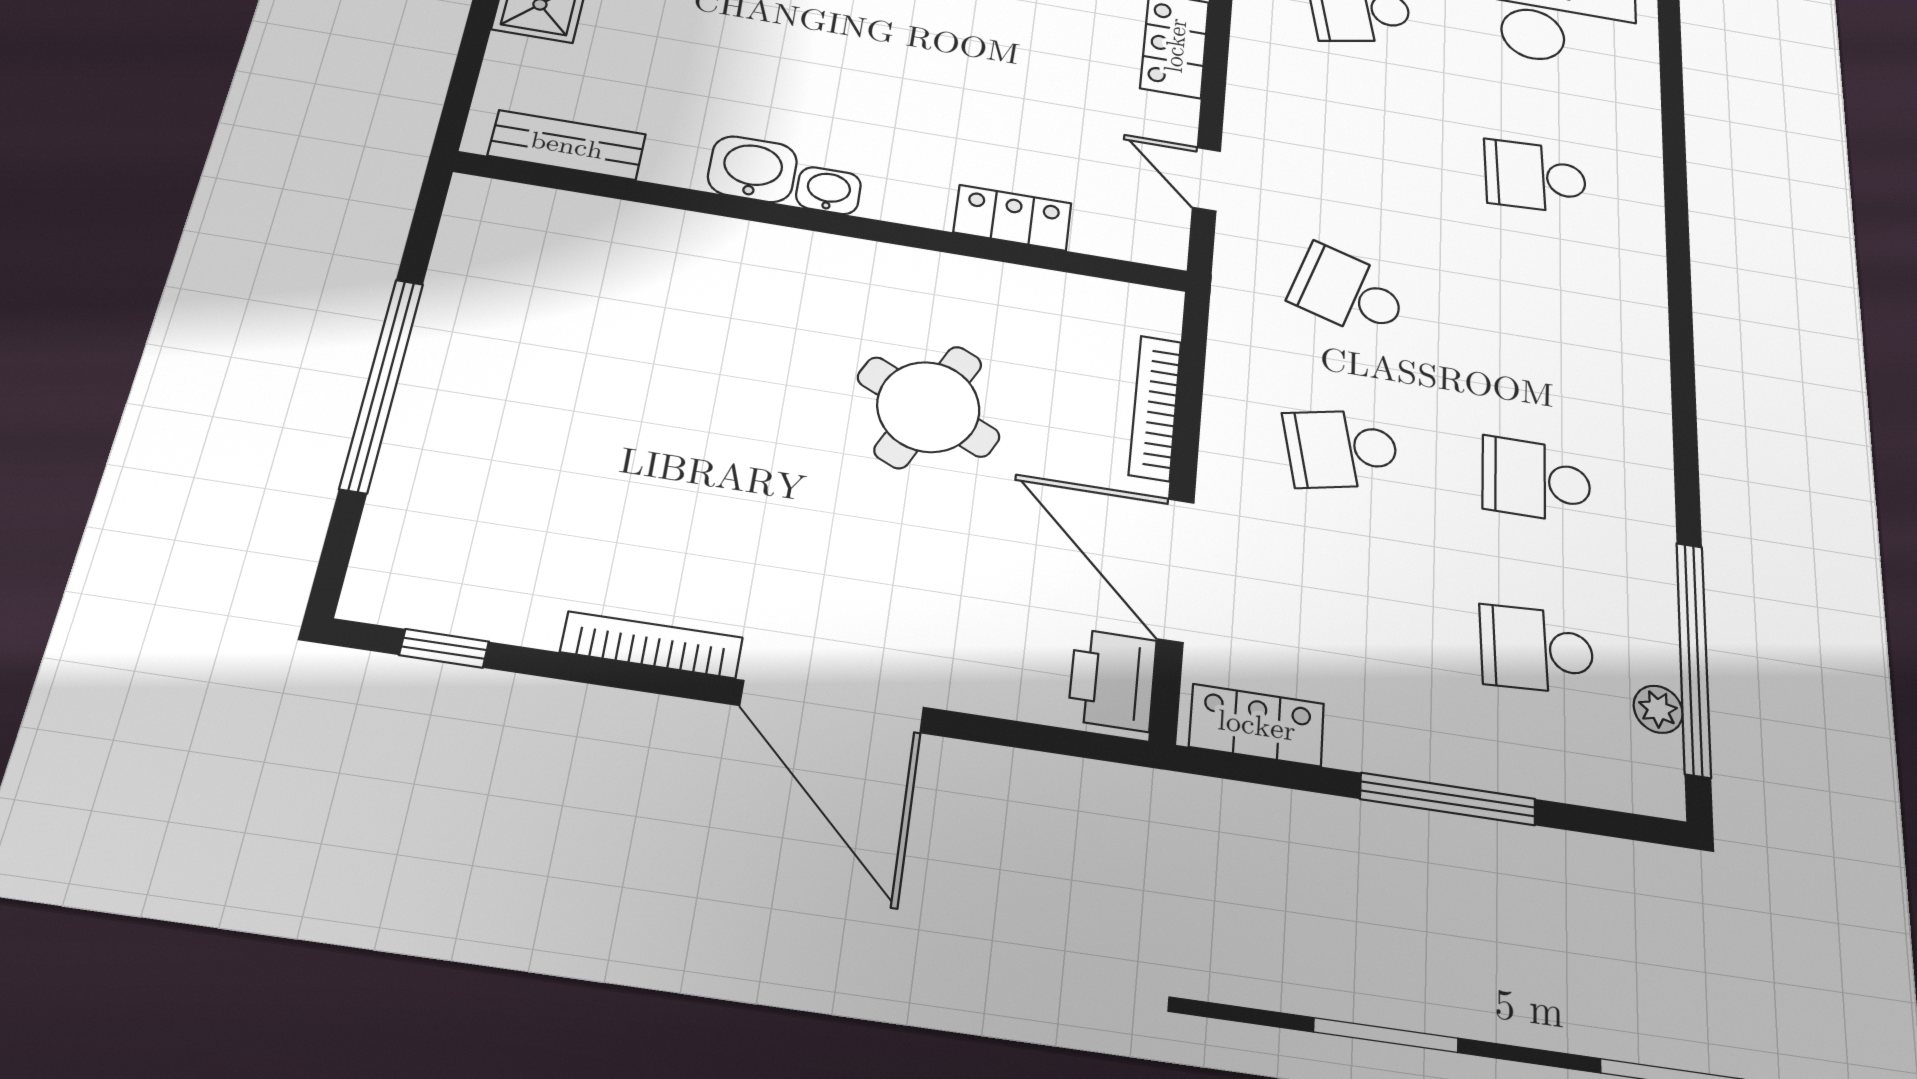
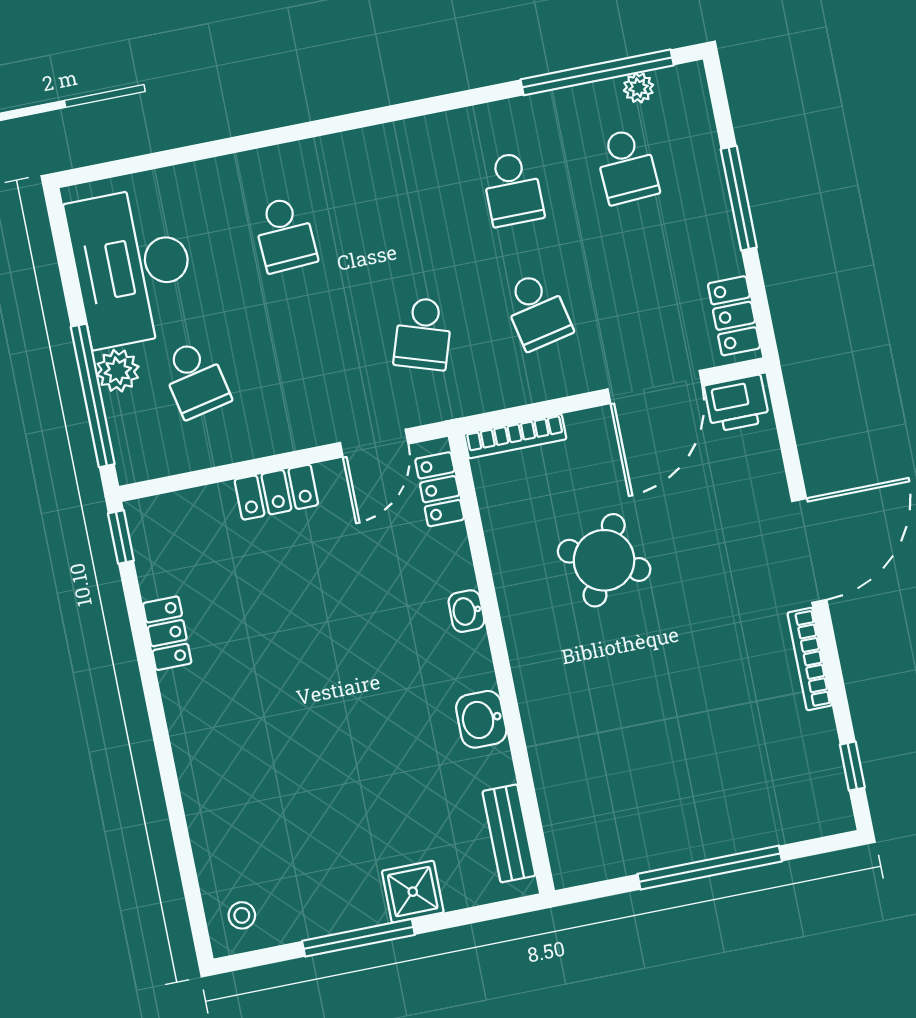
door: (1207, 179) -> (374, 443), width x1.38
washbasin: (828, 191) -> (466, 611), moved
locker: (1013, 218) -> (440, 489), moved
bookcase: (1155, 408) -> (515, 436), moved

